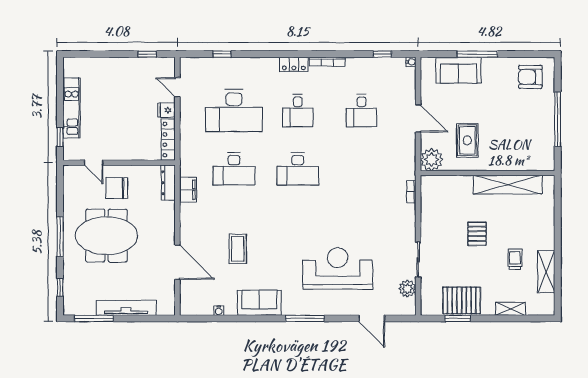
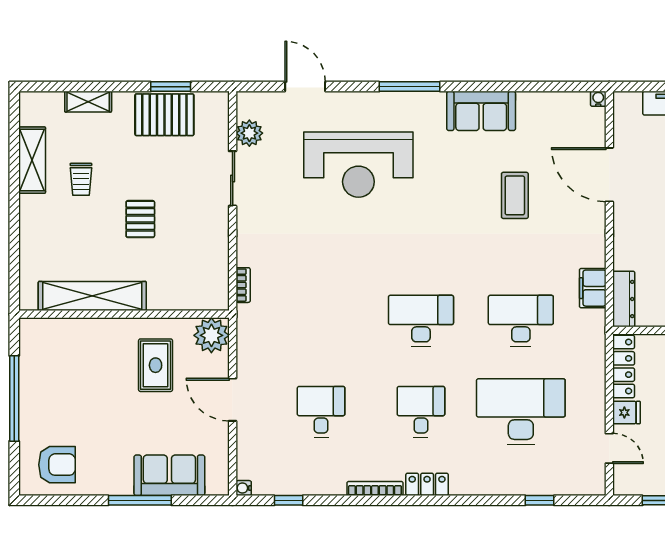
water cooler: (219, 311) -> (598, 99), moved

